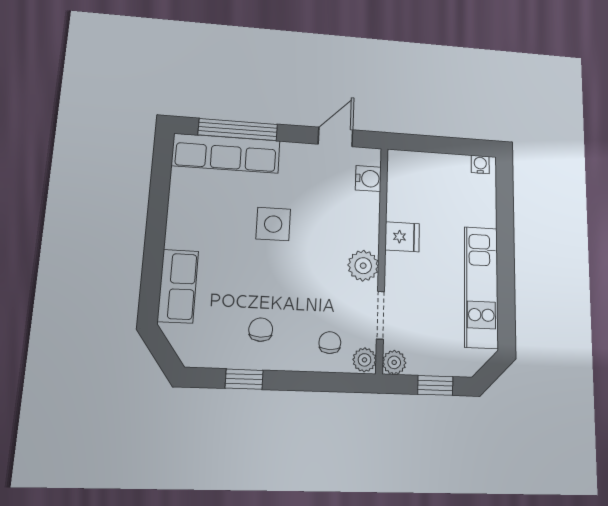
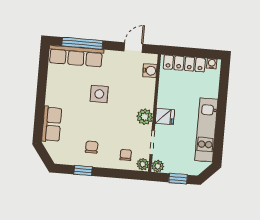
locker: (431, 165) -> (184, 63), added
fridge: (402, 237) -> (165, 117), moved

